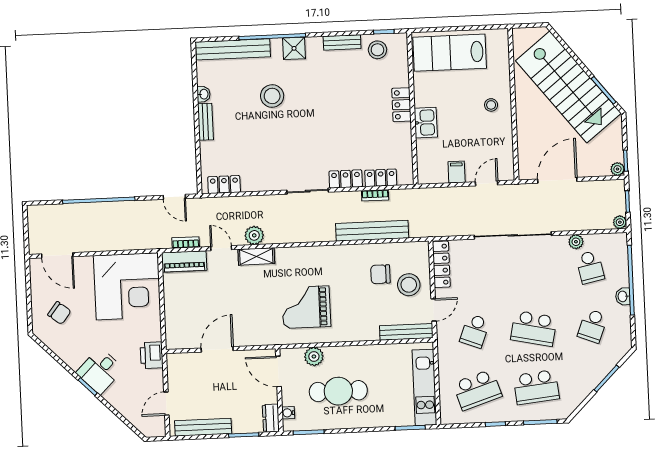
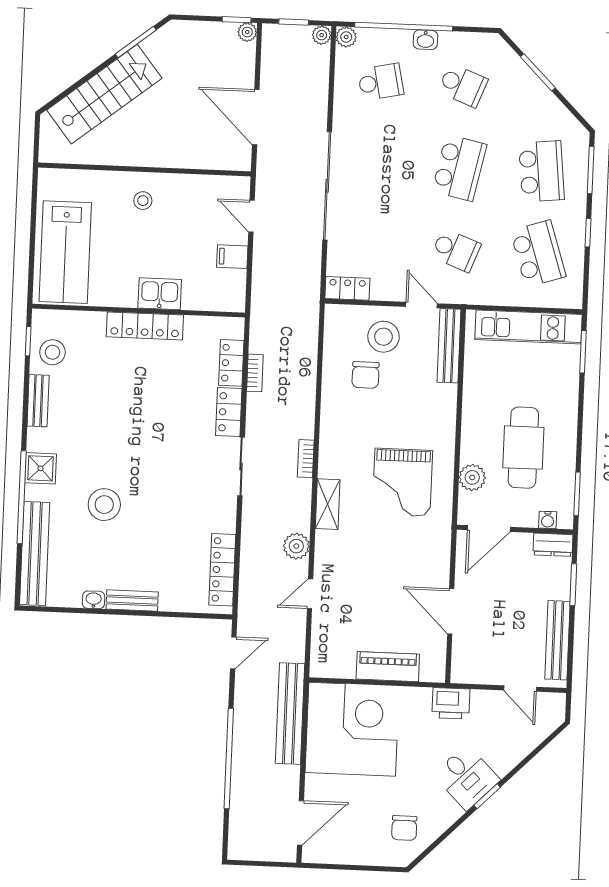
stairs: (568, 87) -> (104, 94), width x0.73, depth x0.66
locker: (401, 105) -> (145, 326), width x1.53
locker: (224, 184) -> (222, 570), width x1.53
bench: (372, 231) -> (290, 714), moved
bookcase: (186, 242) -> (306, 459), moved
plant: (576, 242) -> (346, 37), moved
shelving: (256, 256) -> (328, 504), moved
piano: (184, 261) -> (388, 667), moved, turned -90
locker: (441, 264) -> (347, 288), width x0.66
chair: (59, 313) -> (404, 828), moved, turned 142

